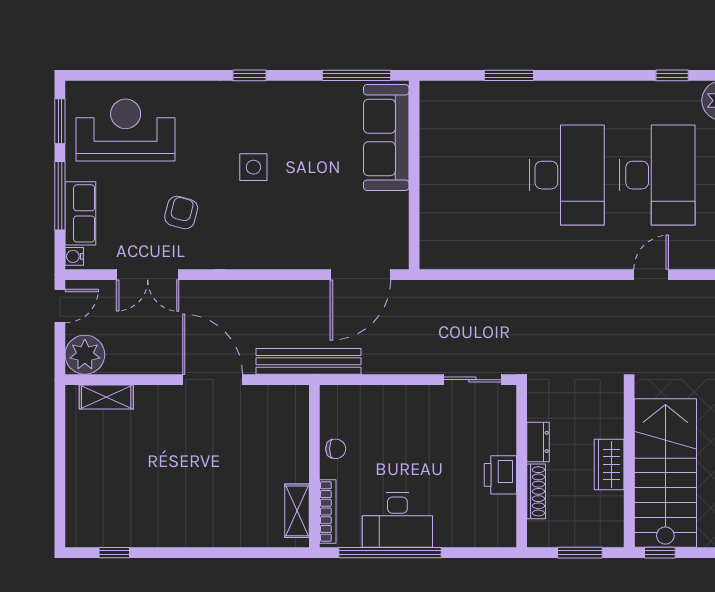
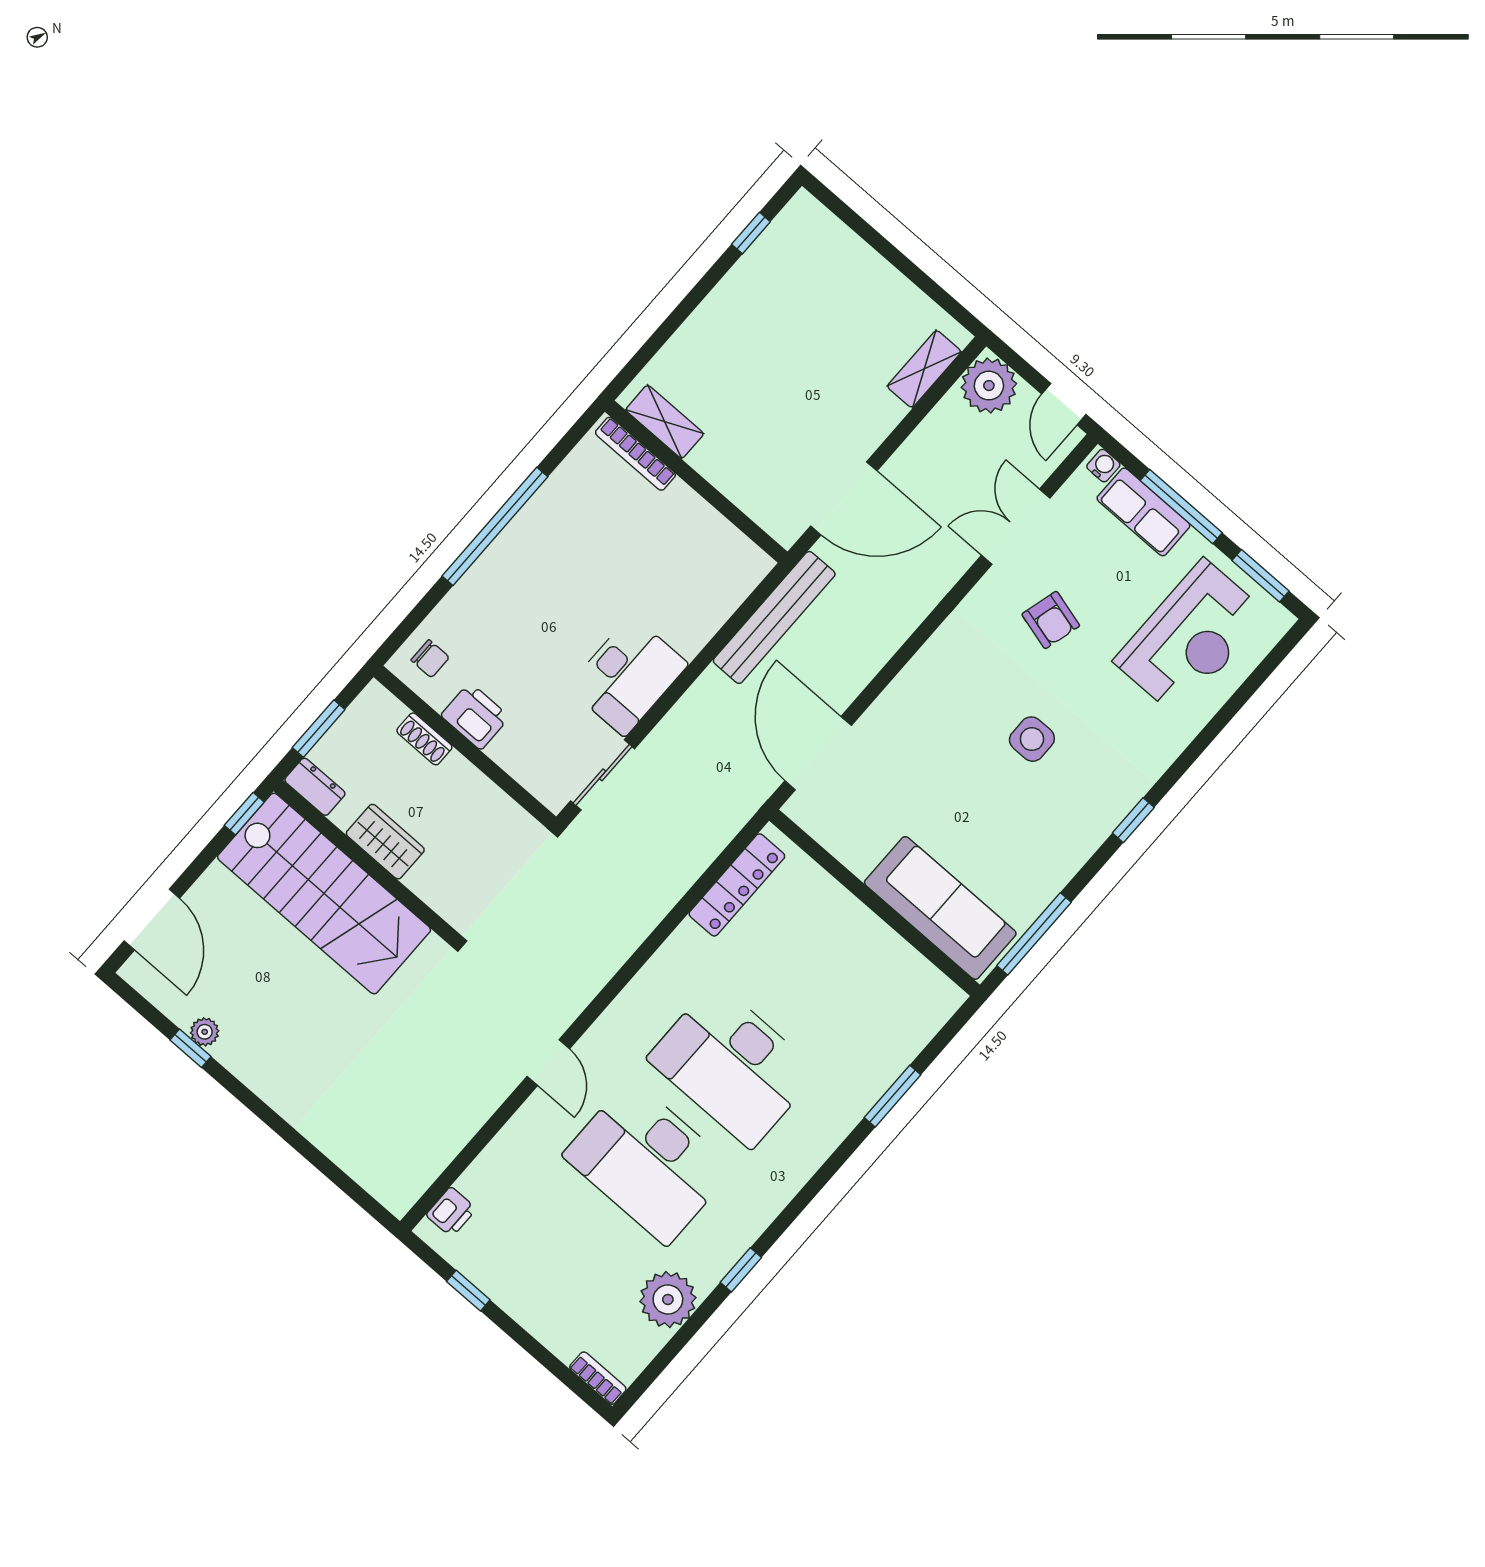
locker: (469, 257) -> (737, 885), added
dresser: (538, 442) -> (315, 787), moved, turned 180
chair: (336, 449) -> (430, 659), moved, turned -90
wall: (314, 466) -> (696, 482), moved
shoe rack: (536, 491) -> (424, 739), width x0.70
shelving: (297, 511) -> (665, 422), moved
bookcase: (328, 512) -> (635, 454), moved
desk: (397, 520) -> (628, 676), moved, turned 180

